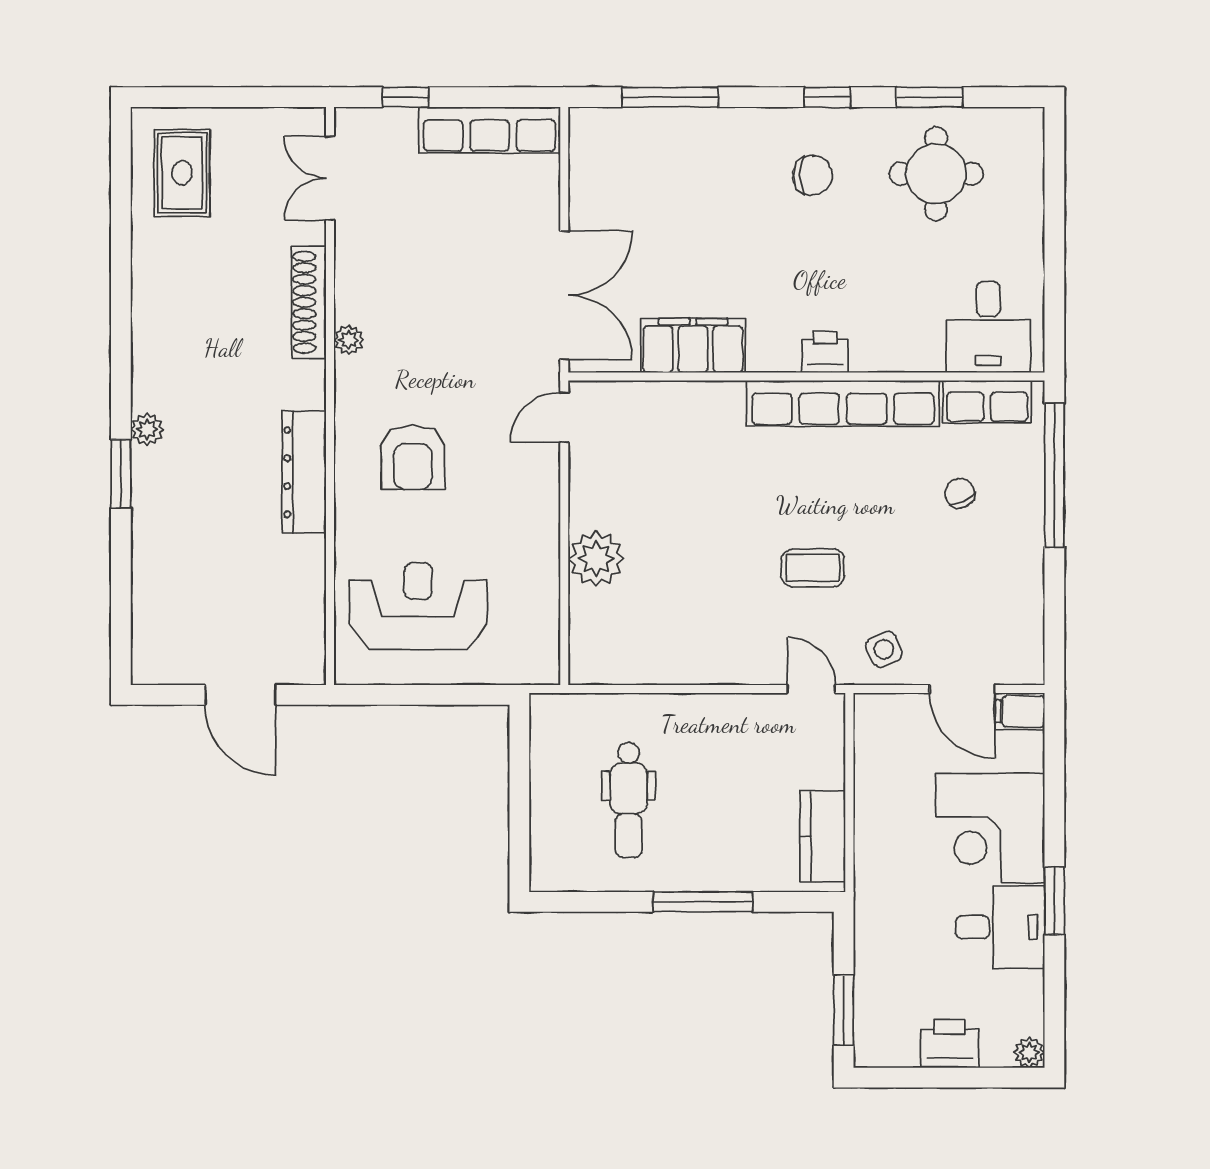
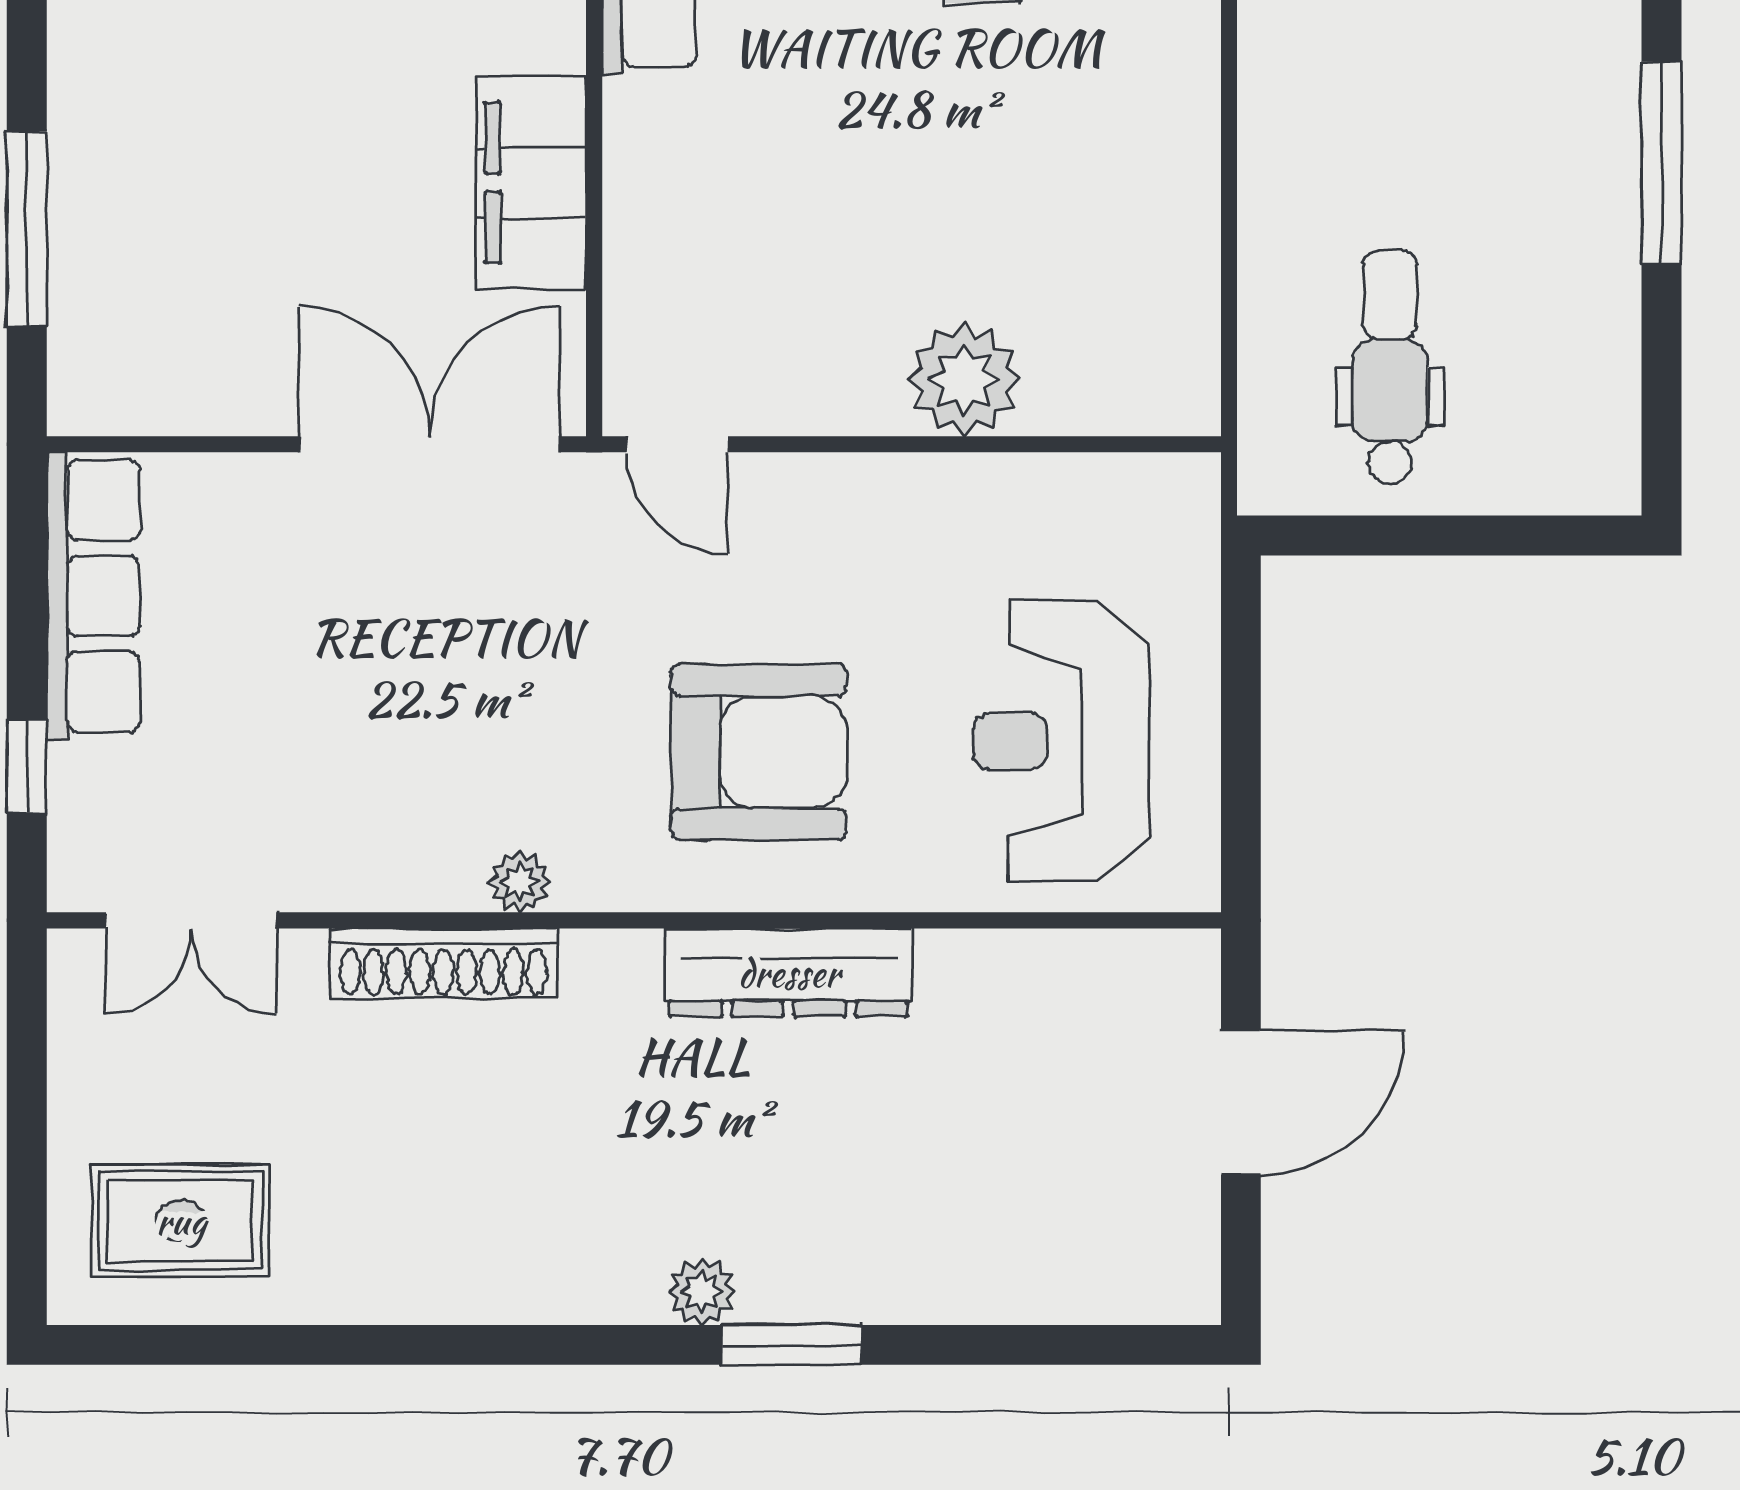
armchair: (413, 458) -> (759, 752), width x1.36, depth x1.36
dental chair: (629, 800) -> (1390, 367), moved, turned -90

